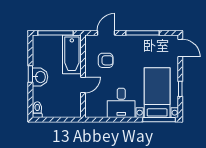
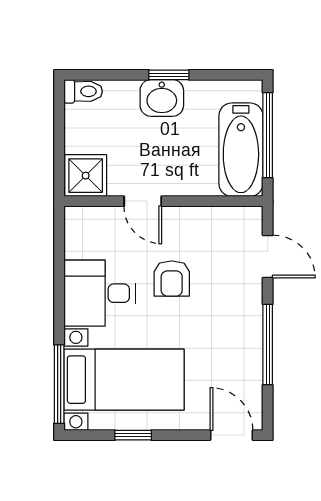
door: (180, 48) -> (231, 435), swing flipped
bathtub: (72, 54) -> (241, 150), moved, turned -90
armchair: (106, 60) -> (172, 279), moved
shower: (72, 109) -> (86, 176), added

